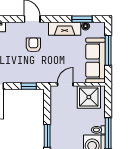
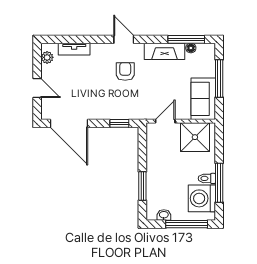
window: (82, 19) -> (186, 39), width x1.44
sofa: (95, 61) -> (203, 99), width x0.73

